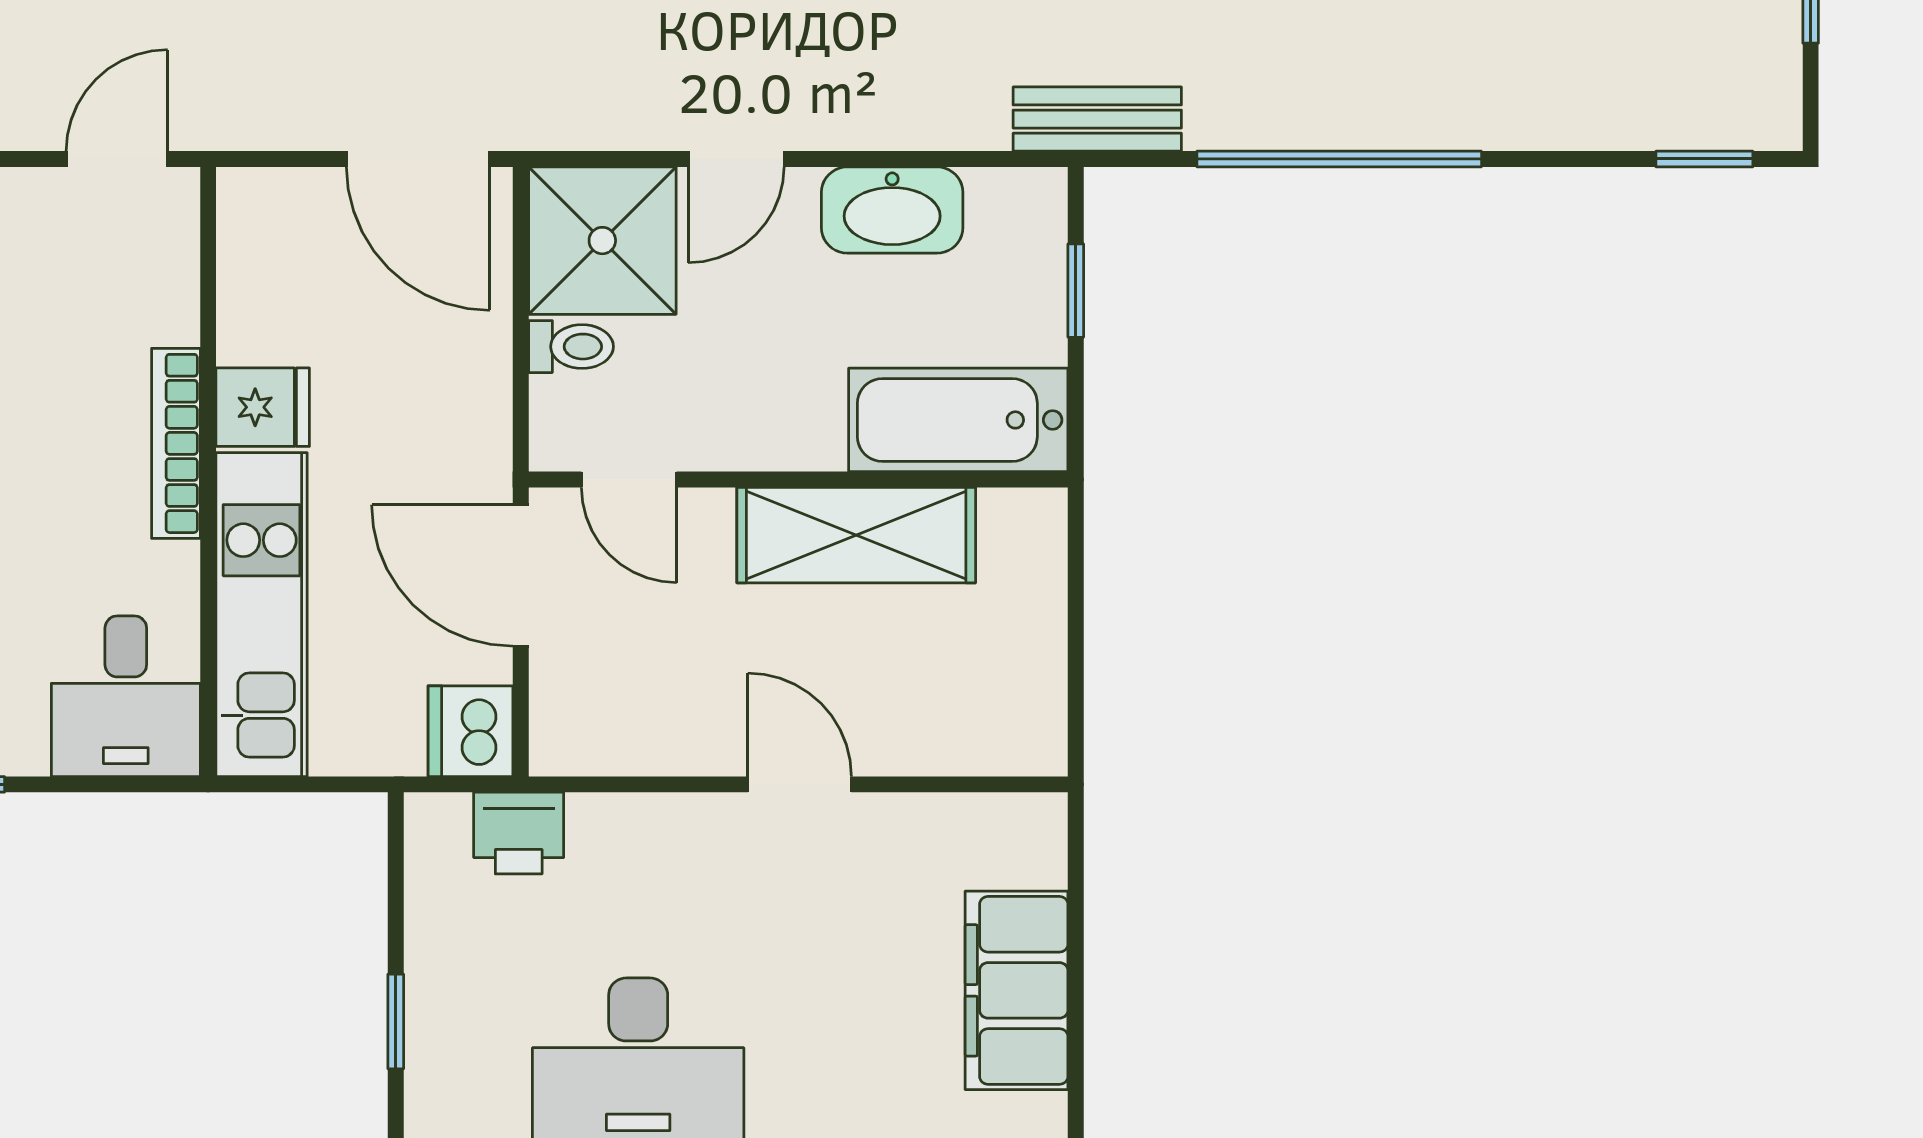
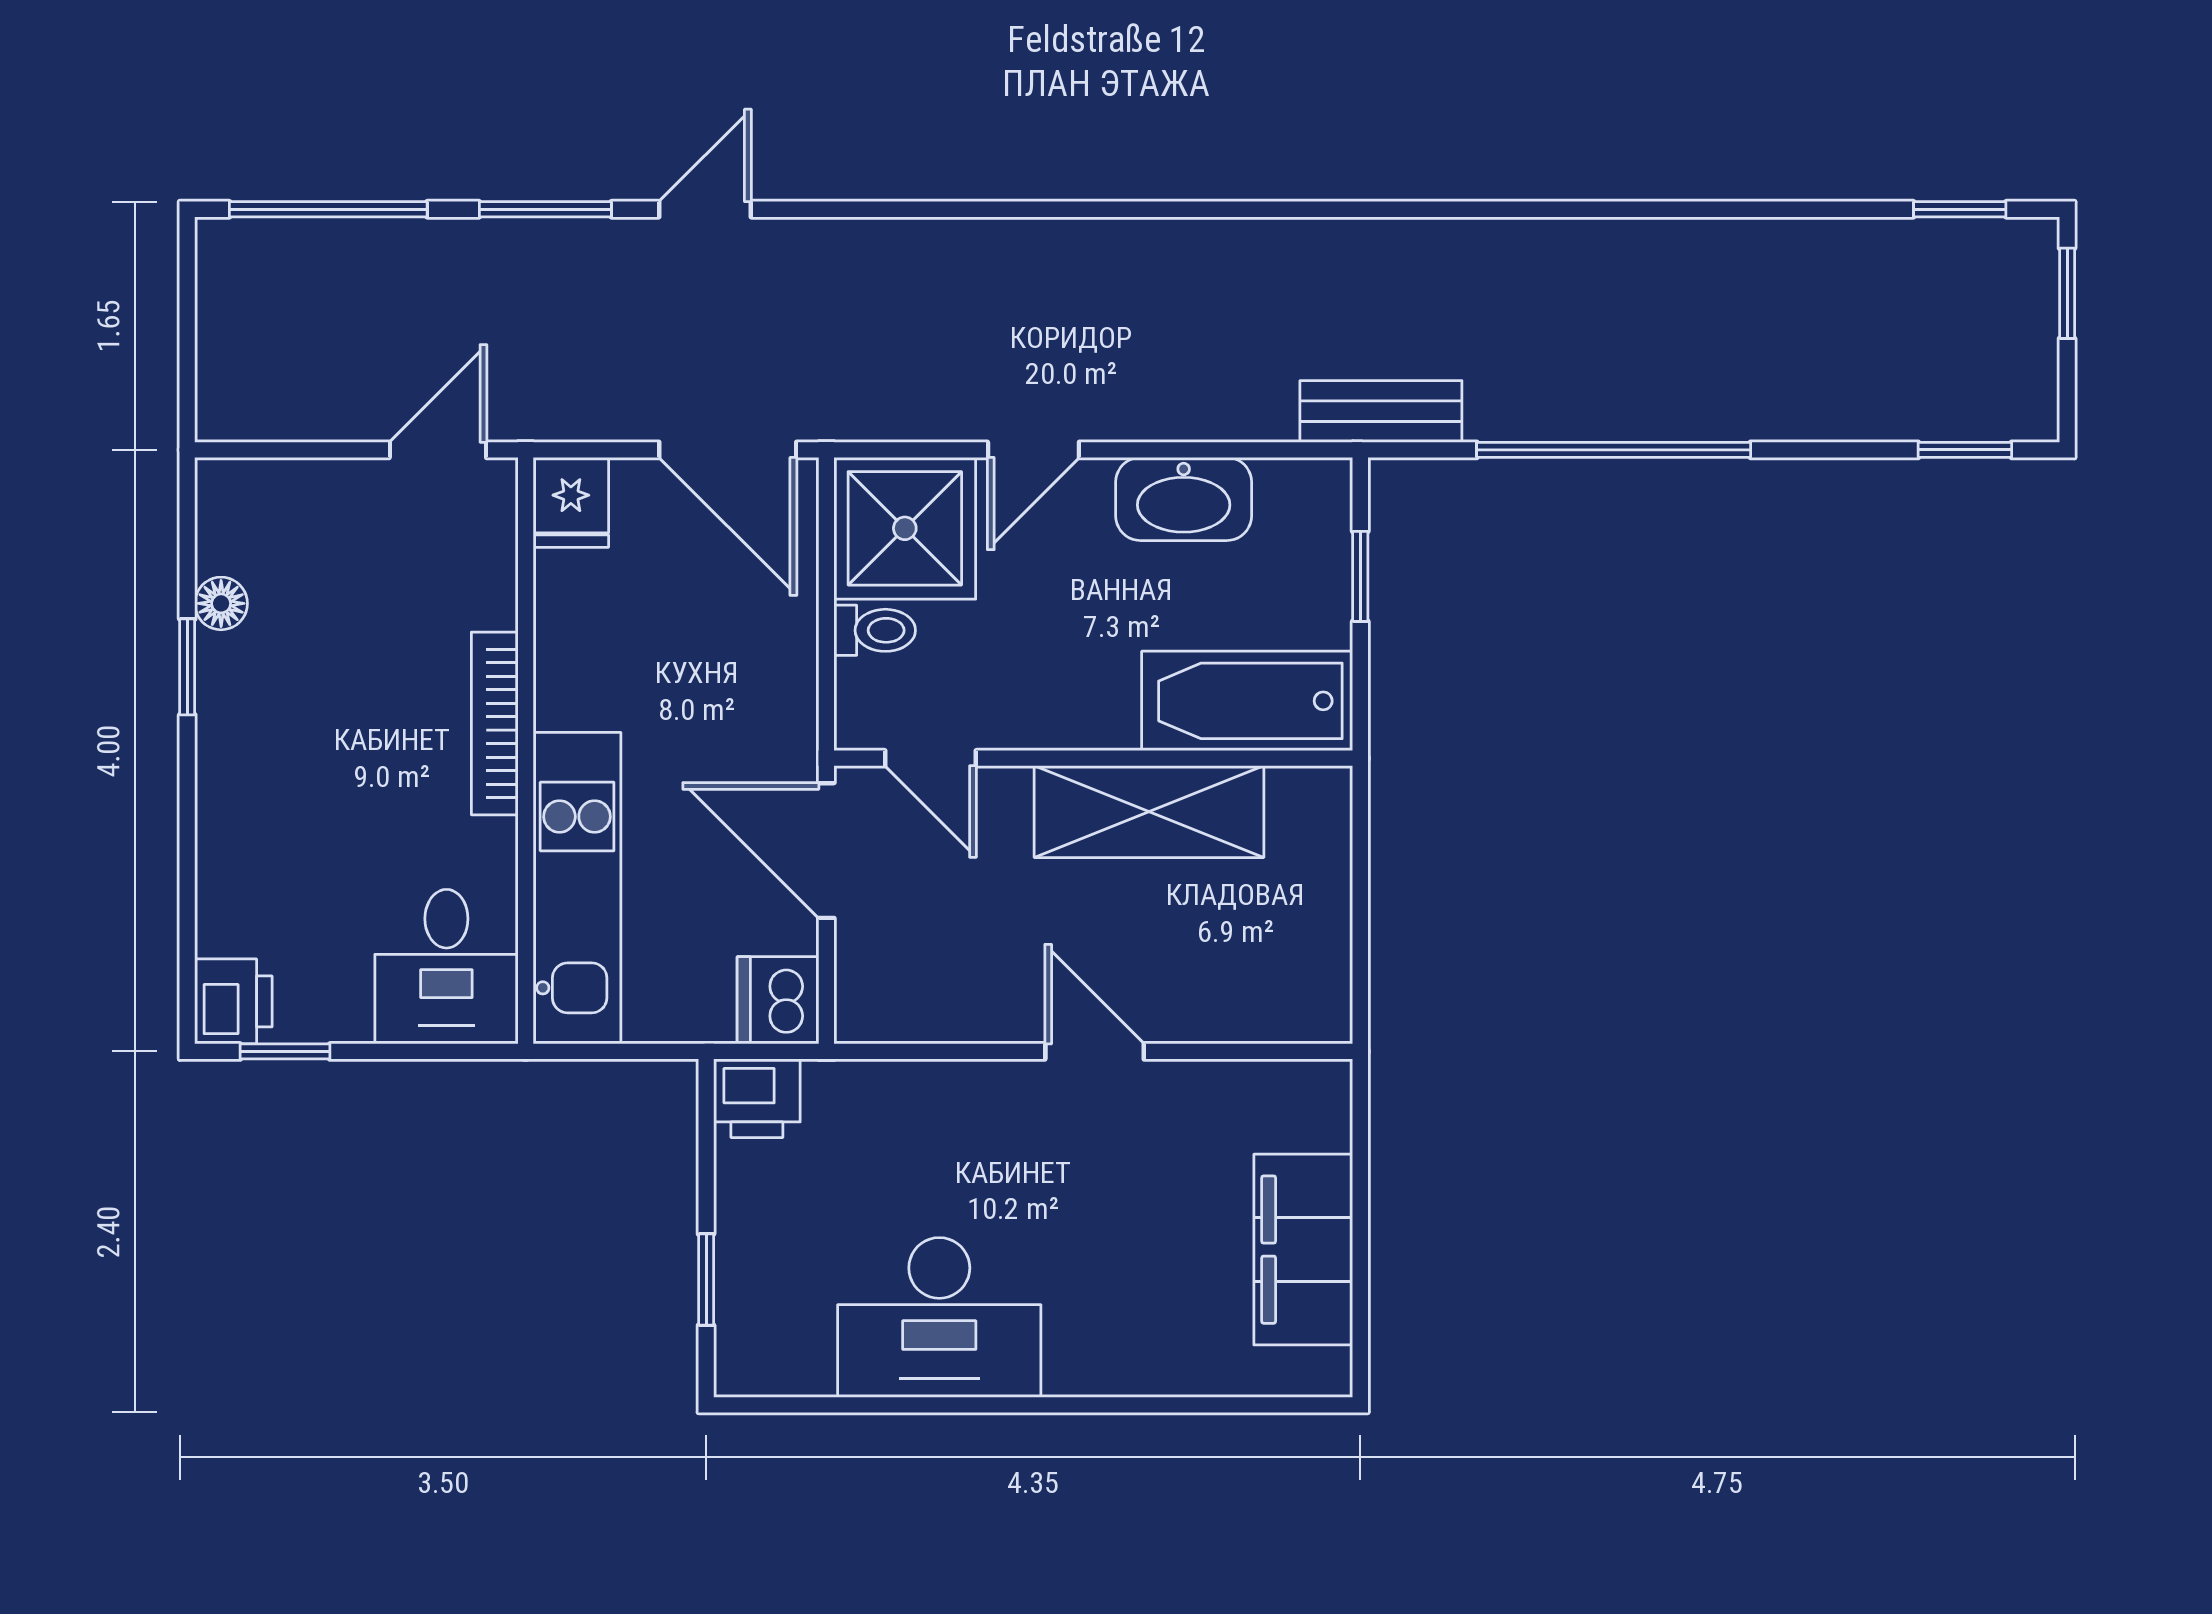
fridge: (263, 407) -> (571, 502), moved, turned 90
printer: (519, 833) -> (757, 1098), moved

